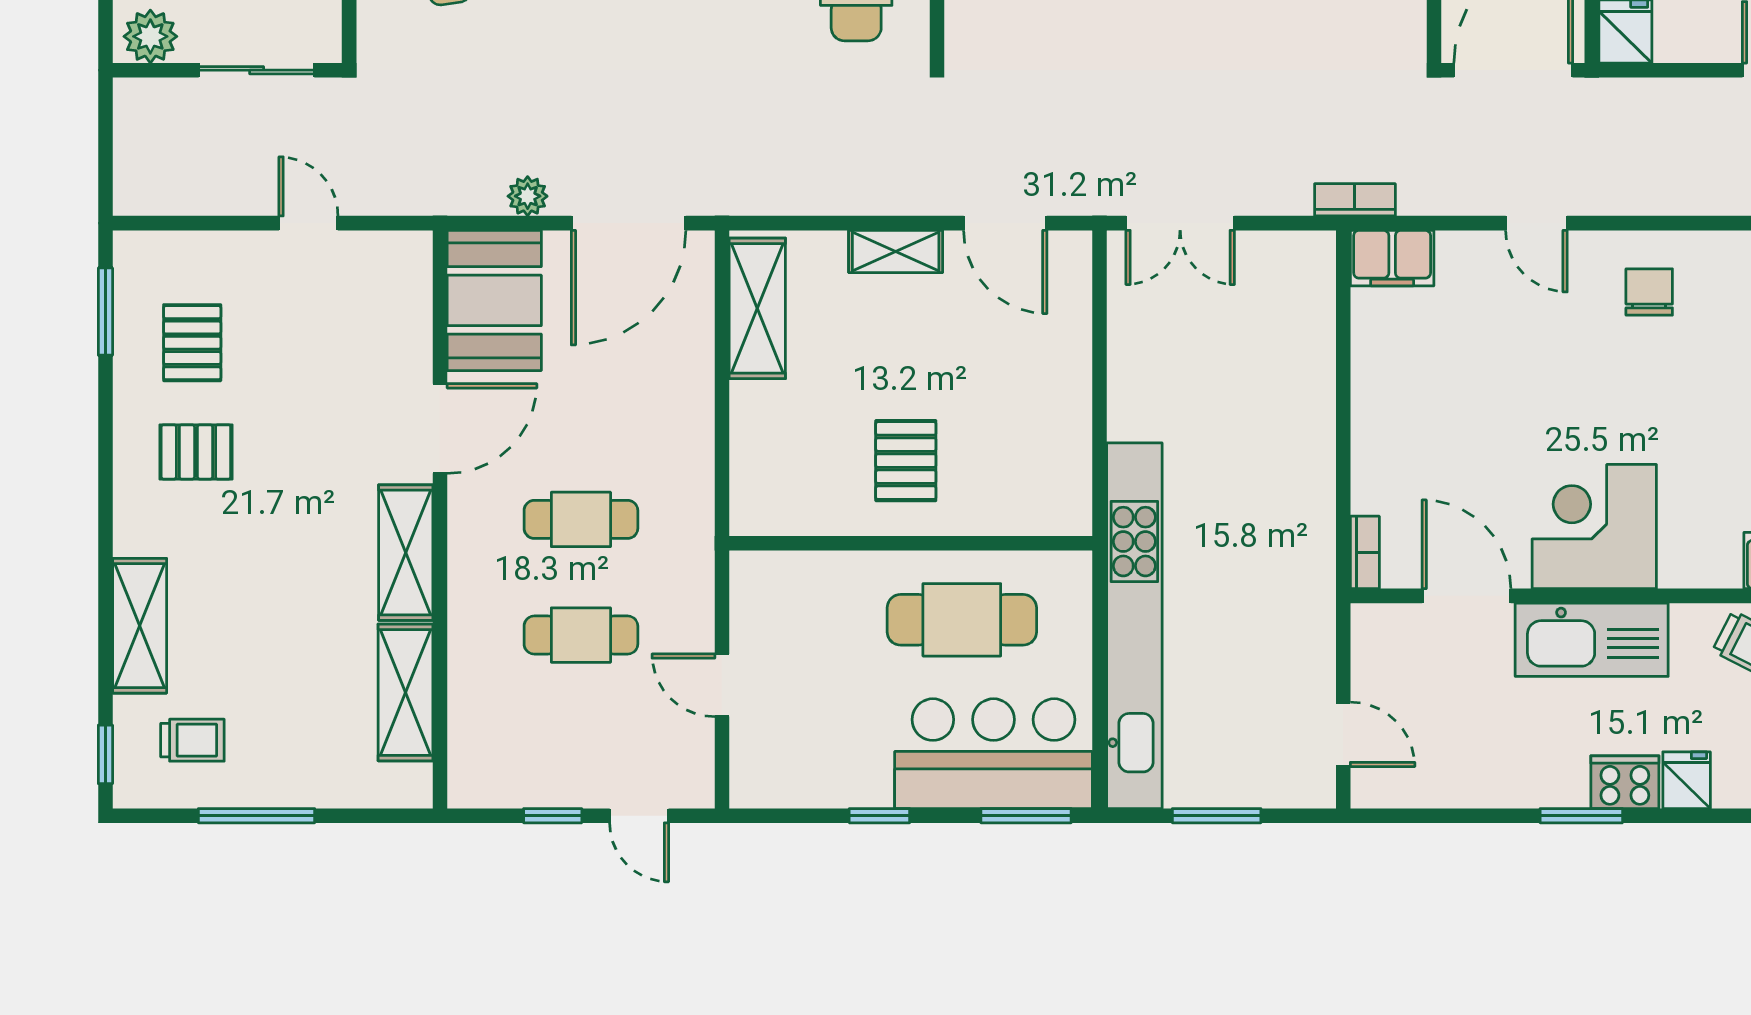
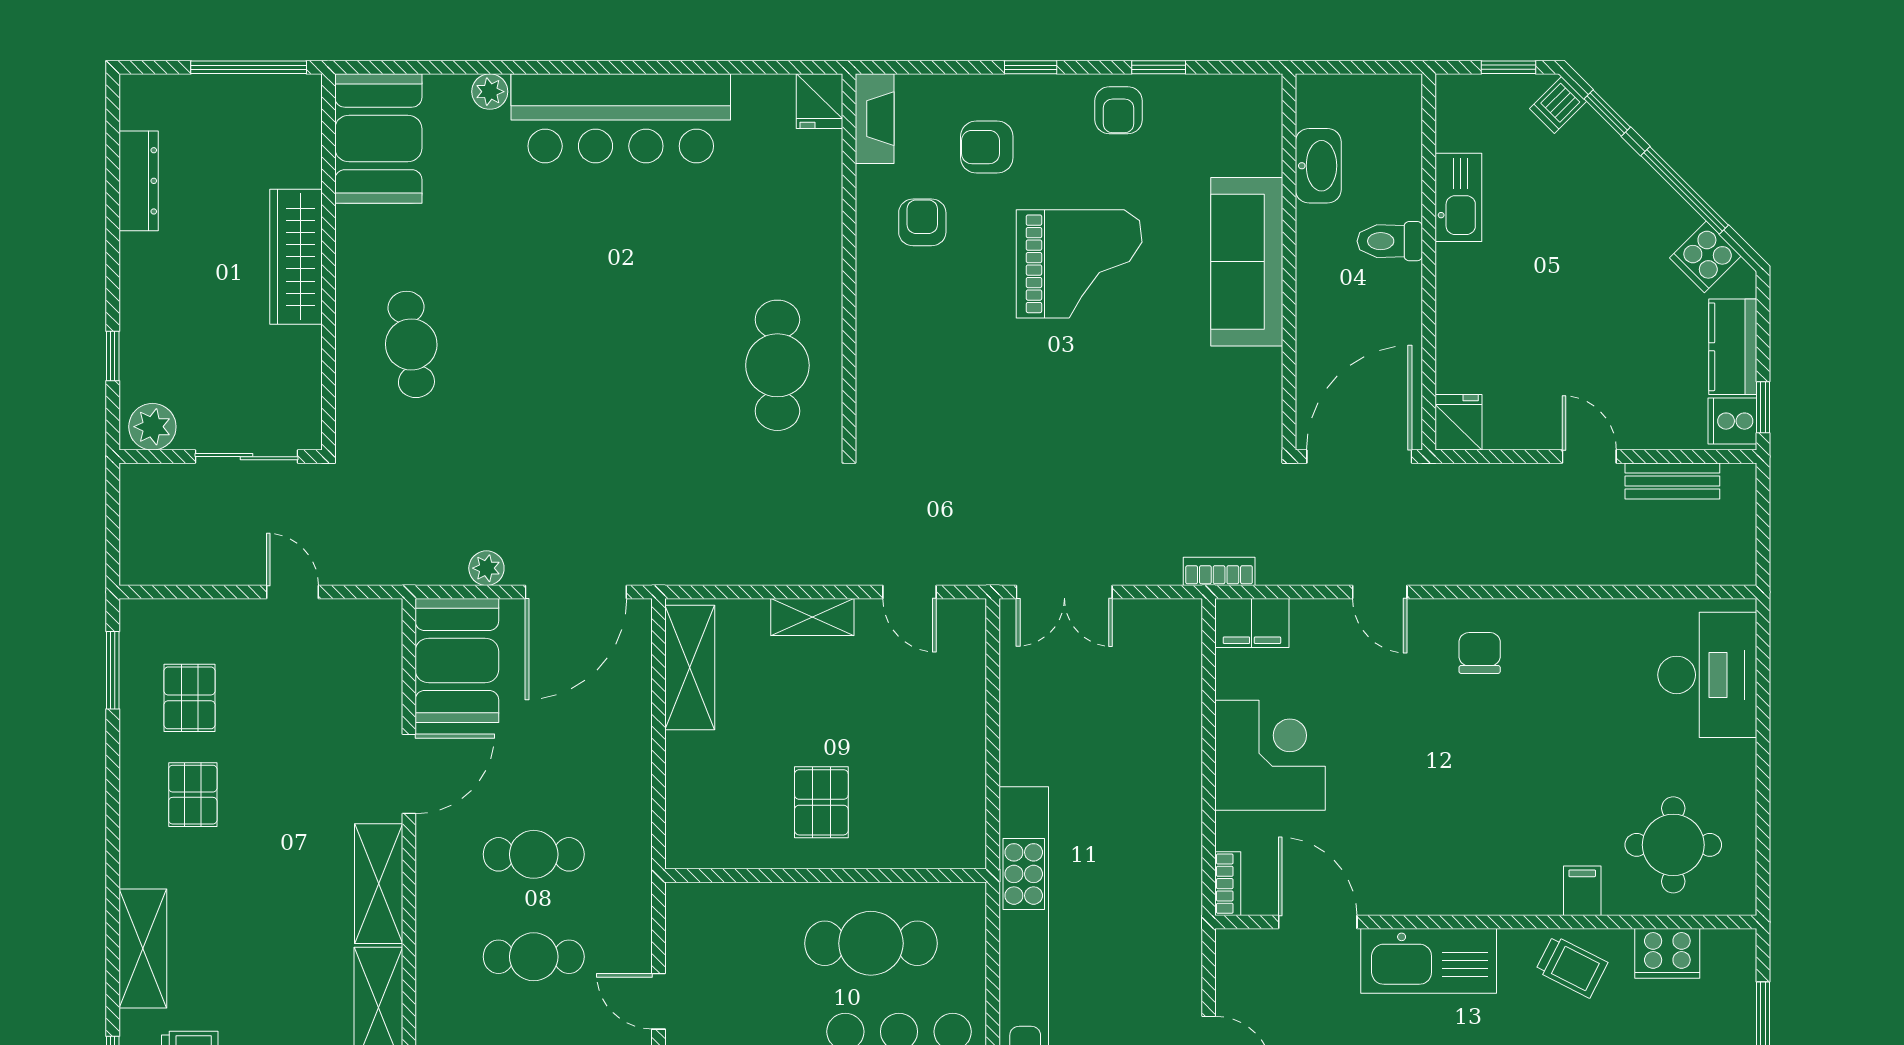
door: (1005, 223) -> (909, 592), width x0.73
pallet: (196, 452) -> (193, 795), turned 90
corner desk: (1594, 527) -> (1270, 755), moved, turned 90

